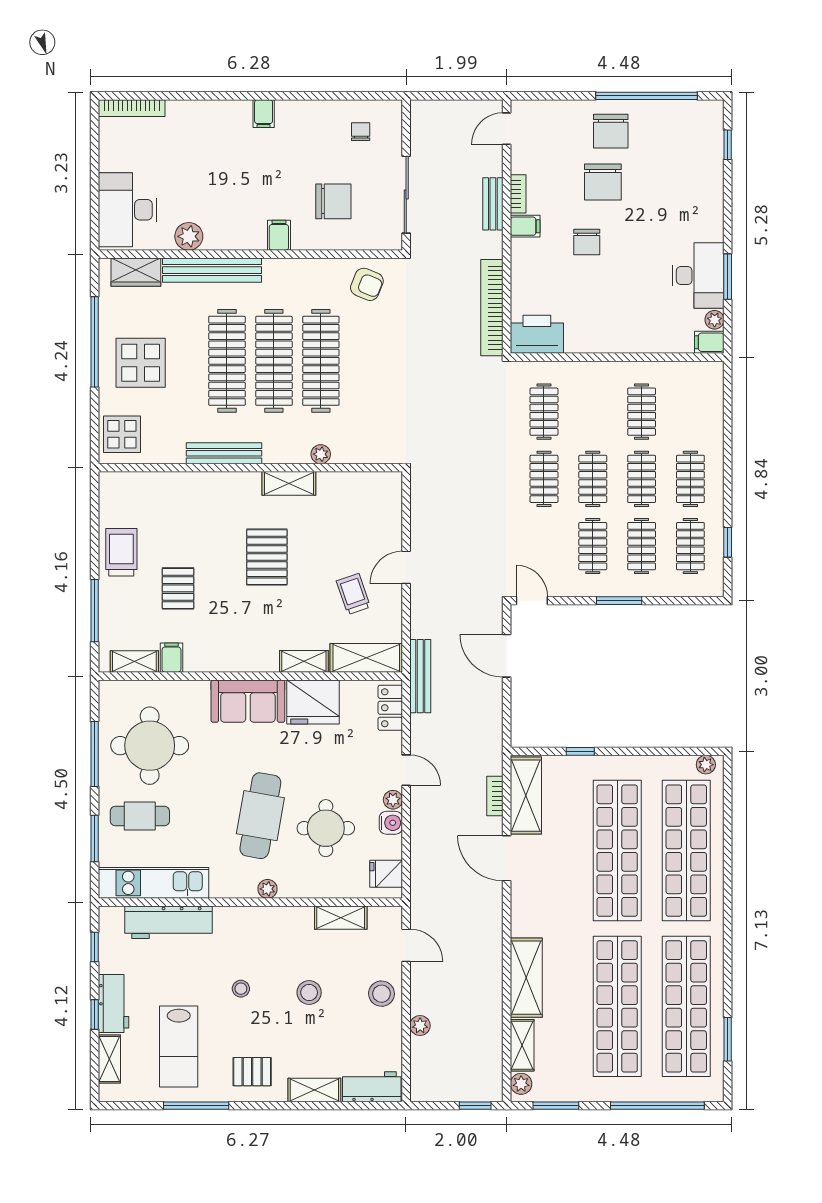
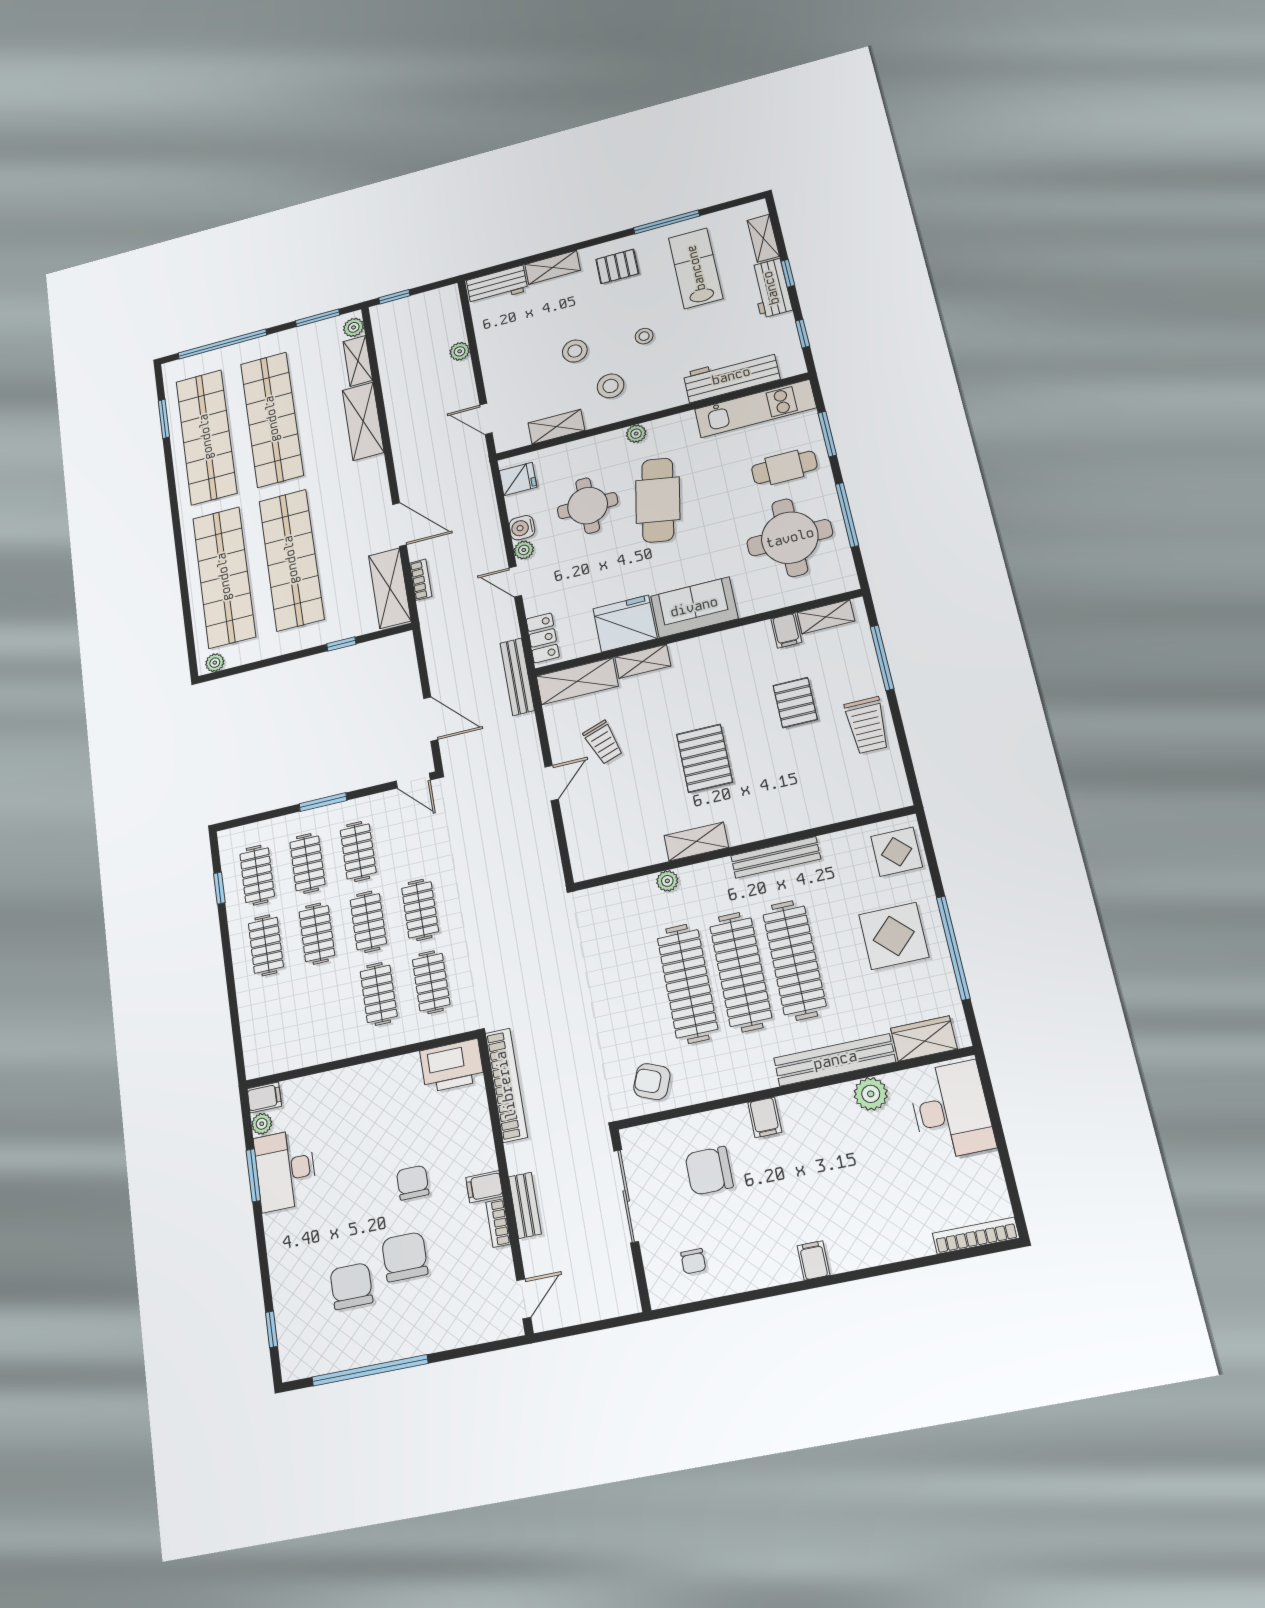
chair: (611, 131) -> (351, 1286), moved
clothes rail: (642, 412) -> (379, 994), moved
stool: (382, 994) -> (611, 386), moved

